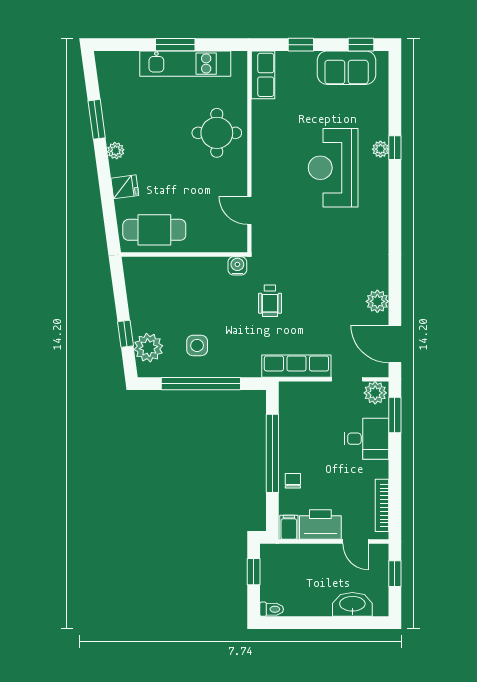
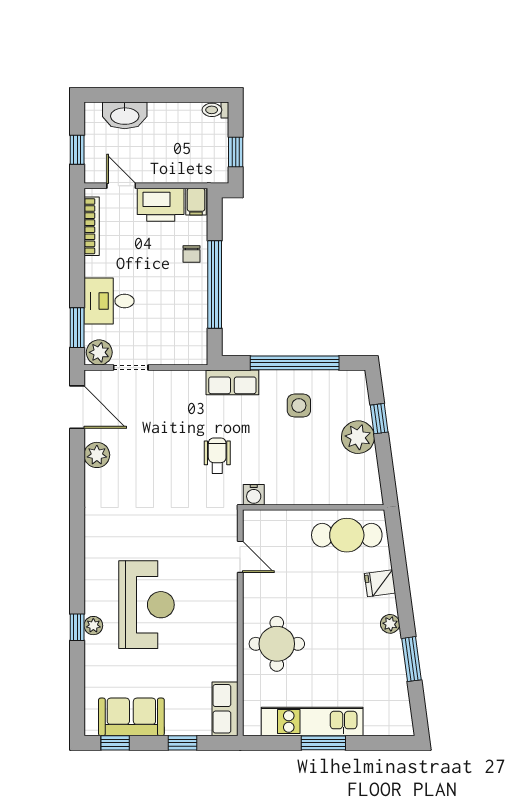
plant: (148, 348) -> (358, 437), moved
row of seats: (296, 366) -> (232, 382), moved, width x0.68

